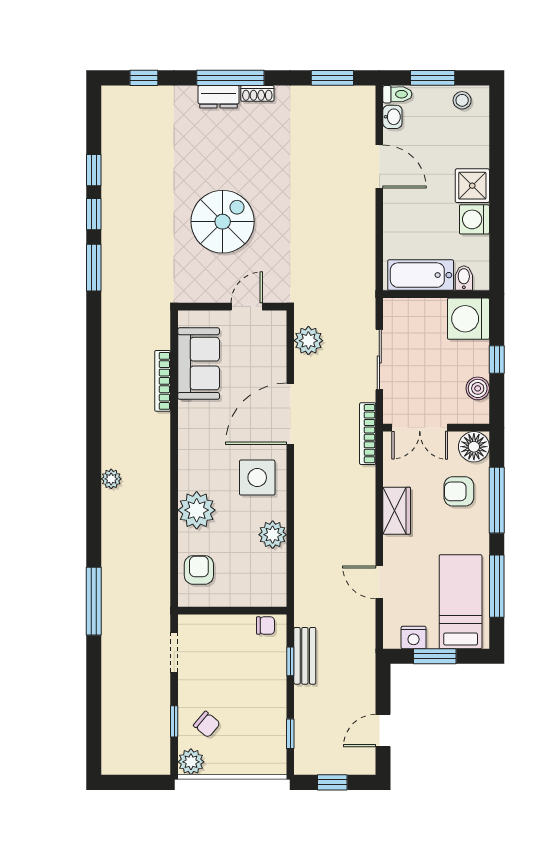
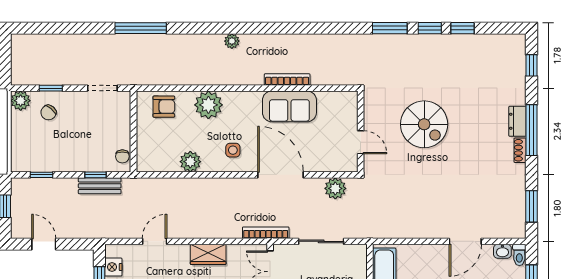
sofa: (199, 364) -> (289, 106), moved
bookcase: (163, 381) -> (287, 79), moved
side table: (257, 478) -> (233, 150), width x0.54, depth x0.54

